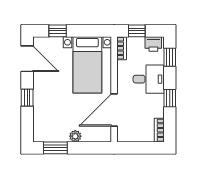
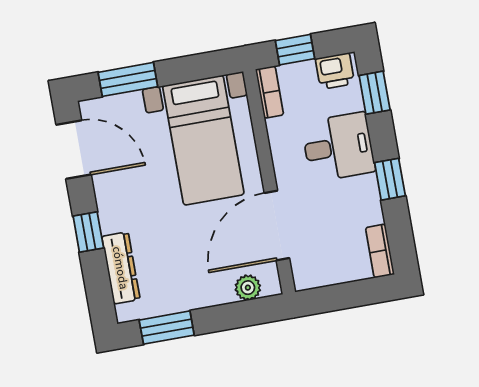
window: (58, 31) -> (128, 79), width x1.50
dresser: (39, 117) -> (121, 268), added
plant: (75, 136) -> (248, 288), moved

